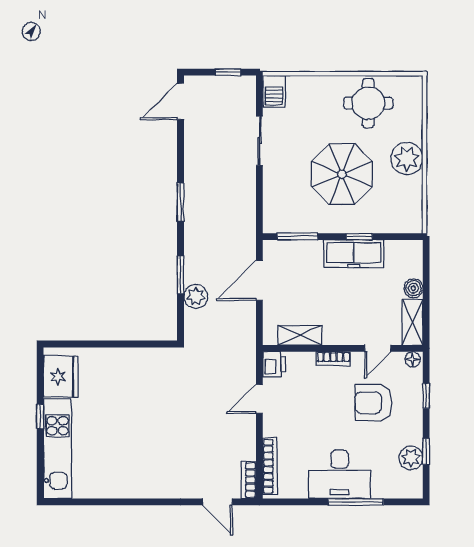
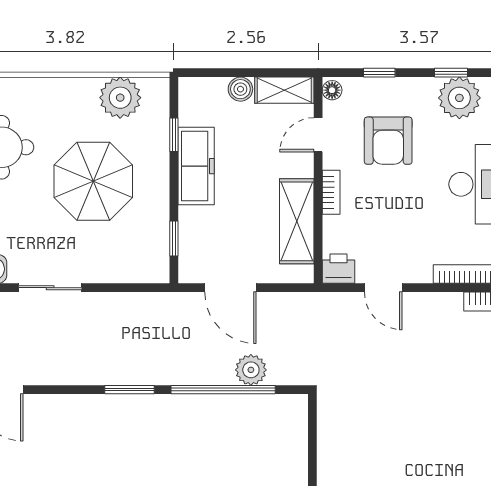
plant: (407, 159) -> (120, 98), moved
window: (298, 237) -> (174, 239), width x0.67
window: (359, 237) -> (174, 135), moved
window: (180, 275) -> (223, 390), width x2.11
shelving: (300, 335) -> (297, 221), width x1.50, depth x1.33
door: (378, 348) -> (318, 135), swing flipped
plant: (411, 458) -> (459, 98), width x1.36, depth x1.36

